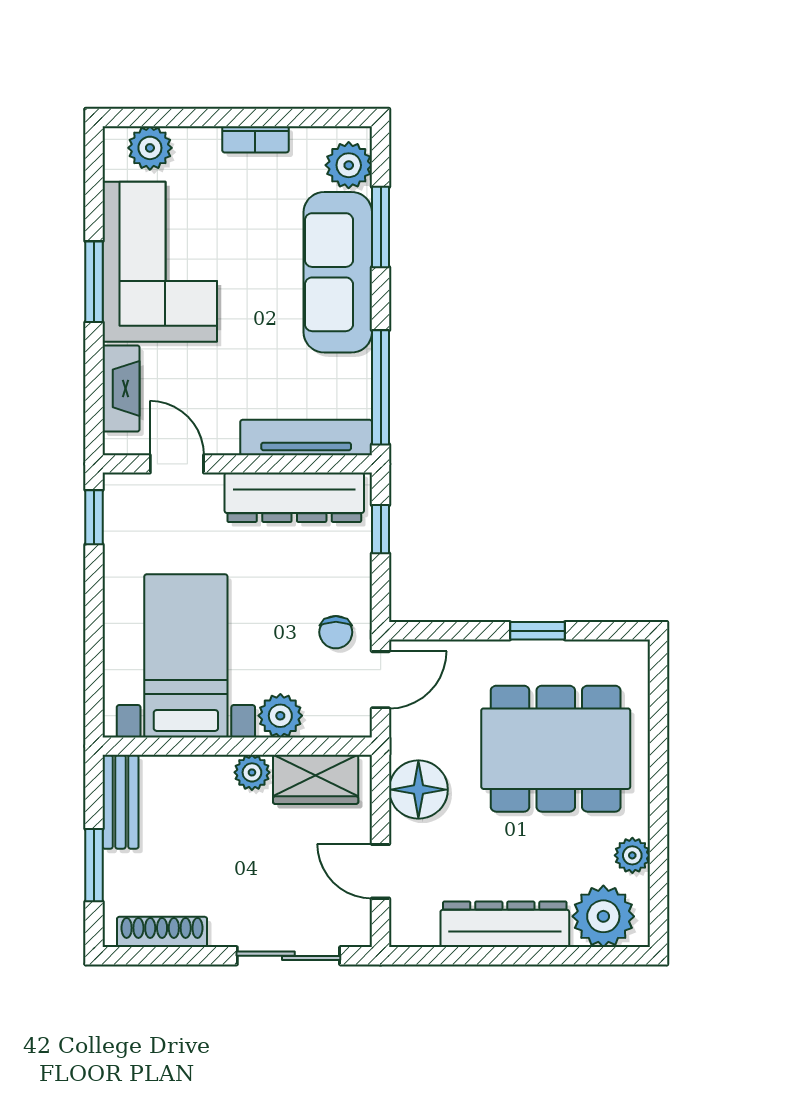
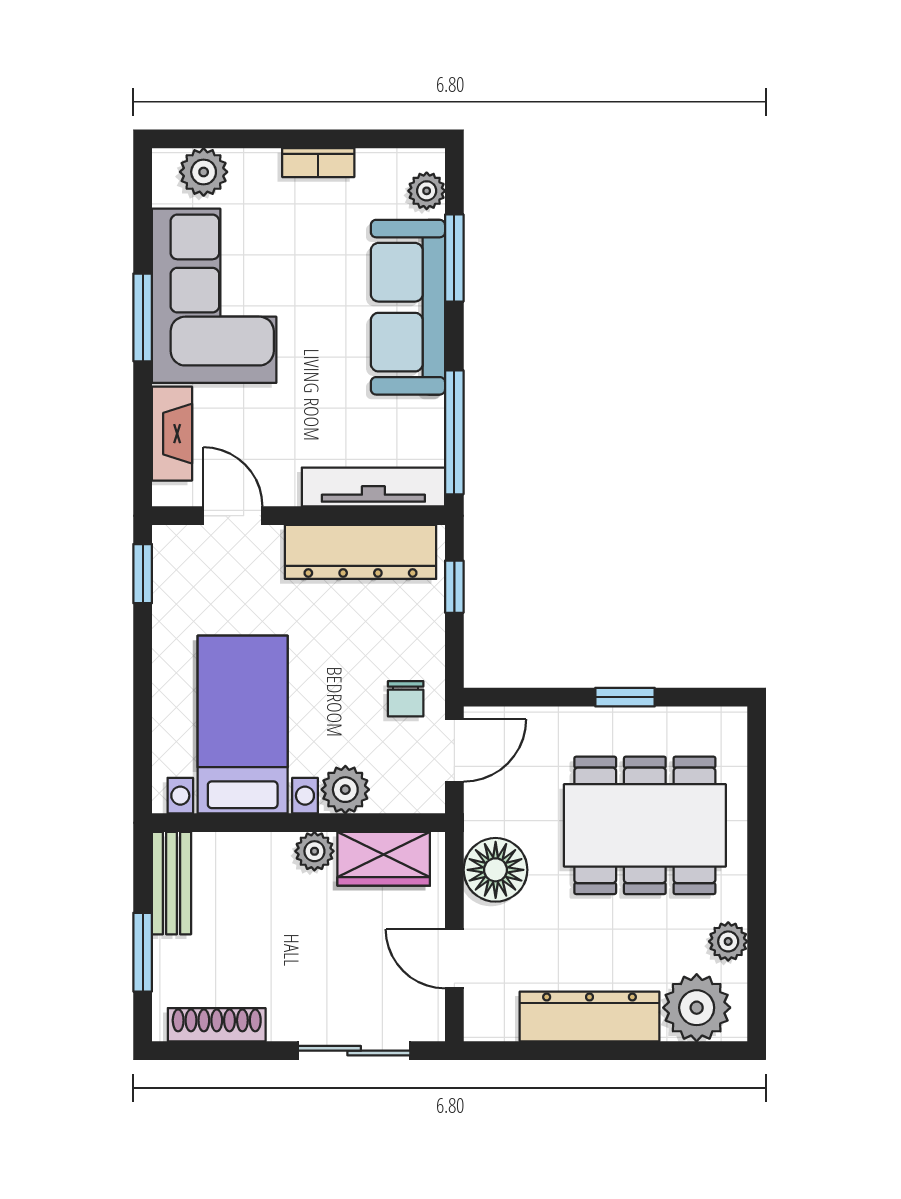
plant: (349, 165) -> (427, 191), width x0.73, depth x0.73

